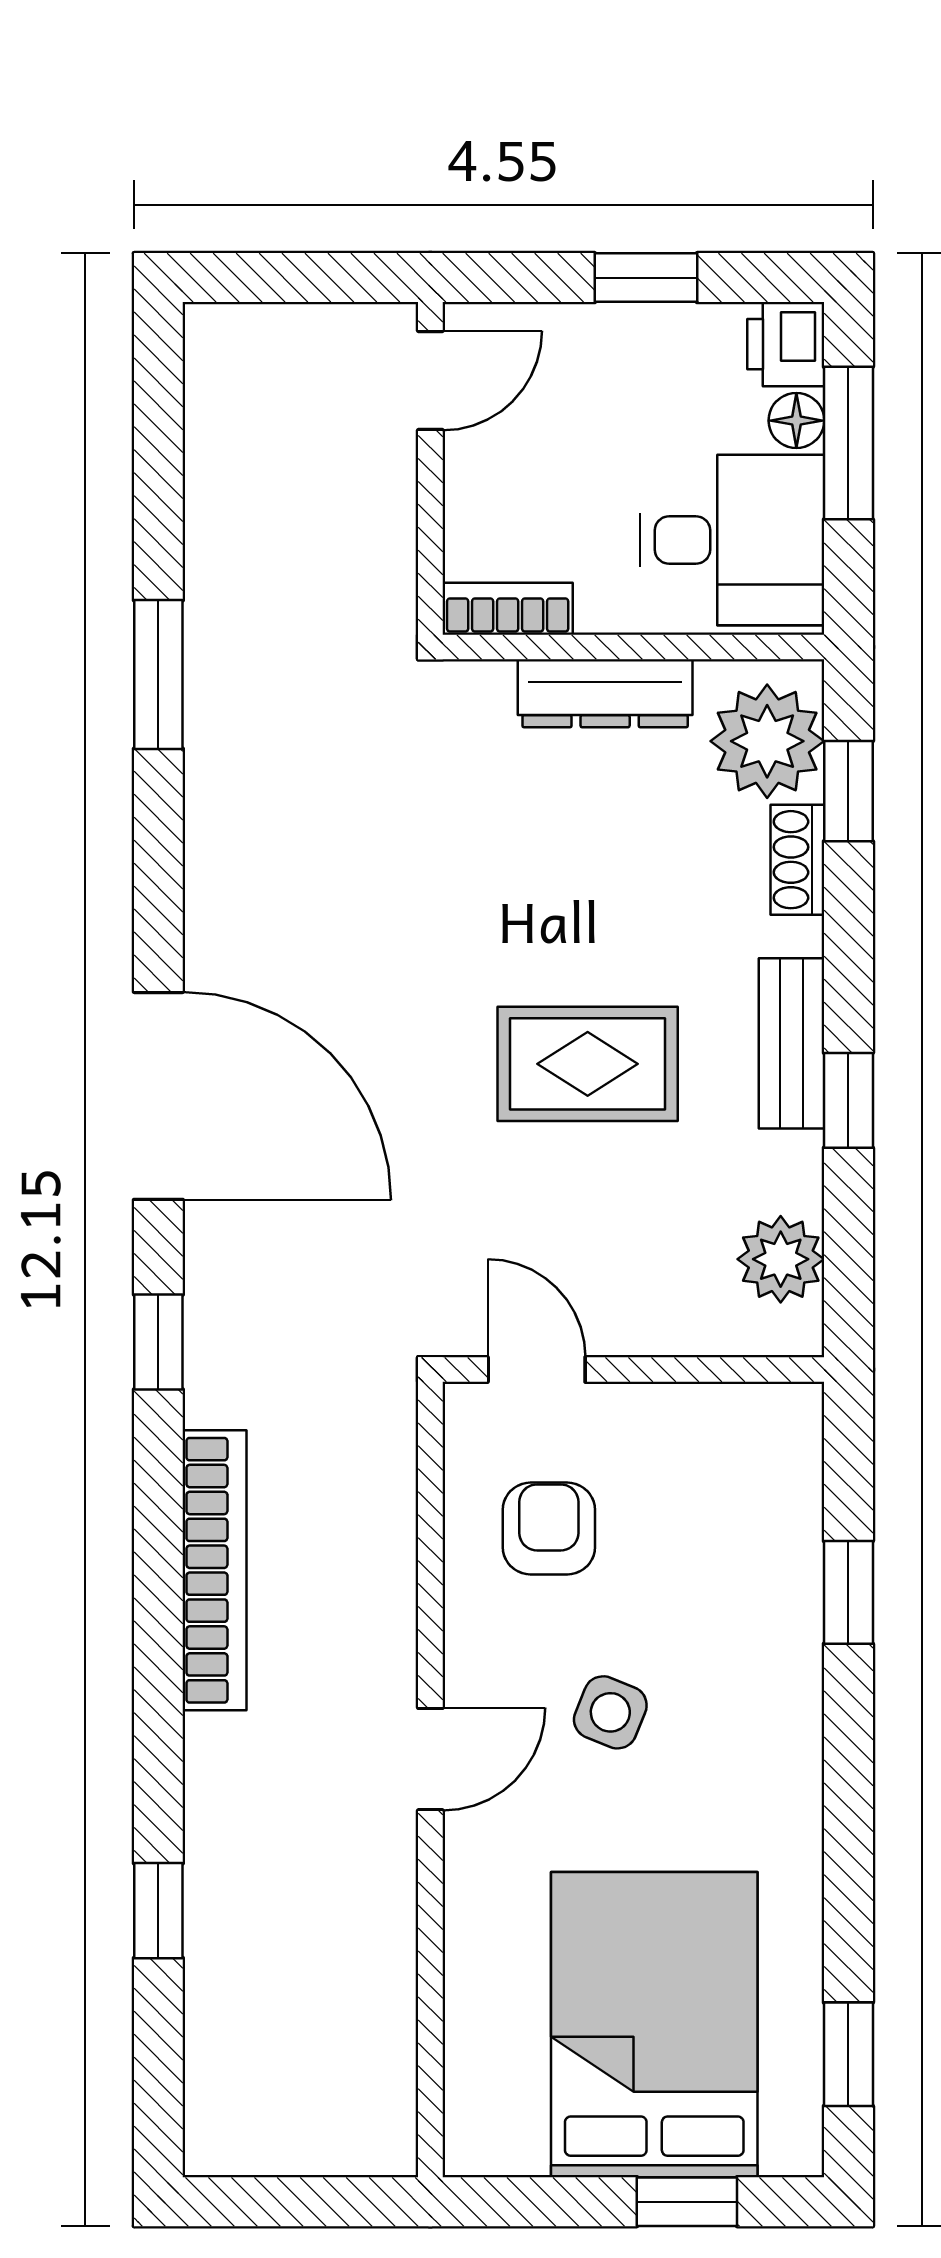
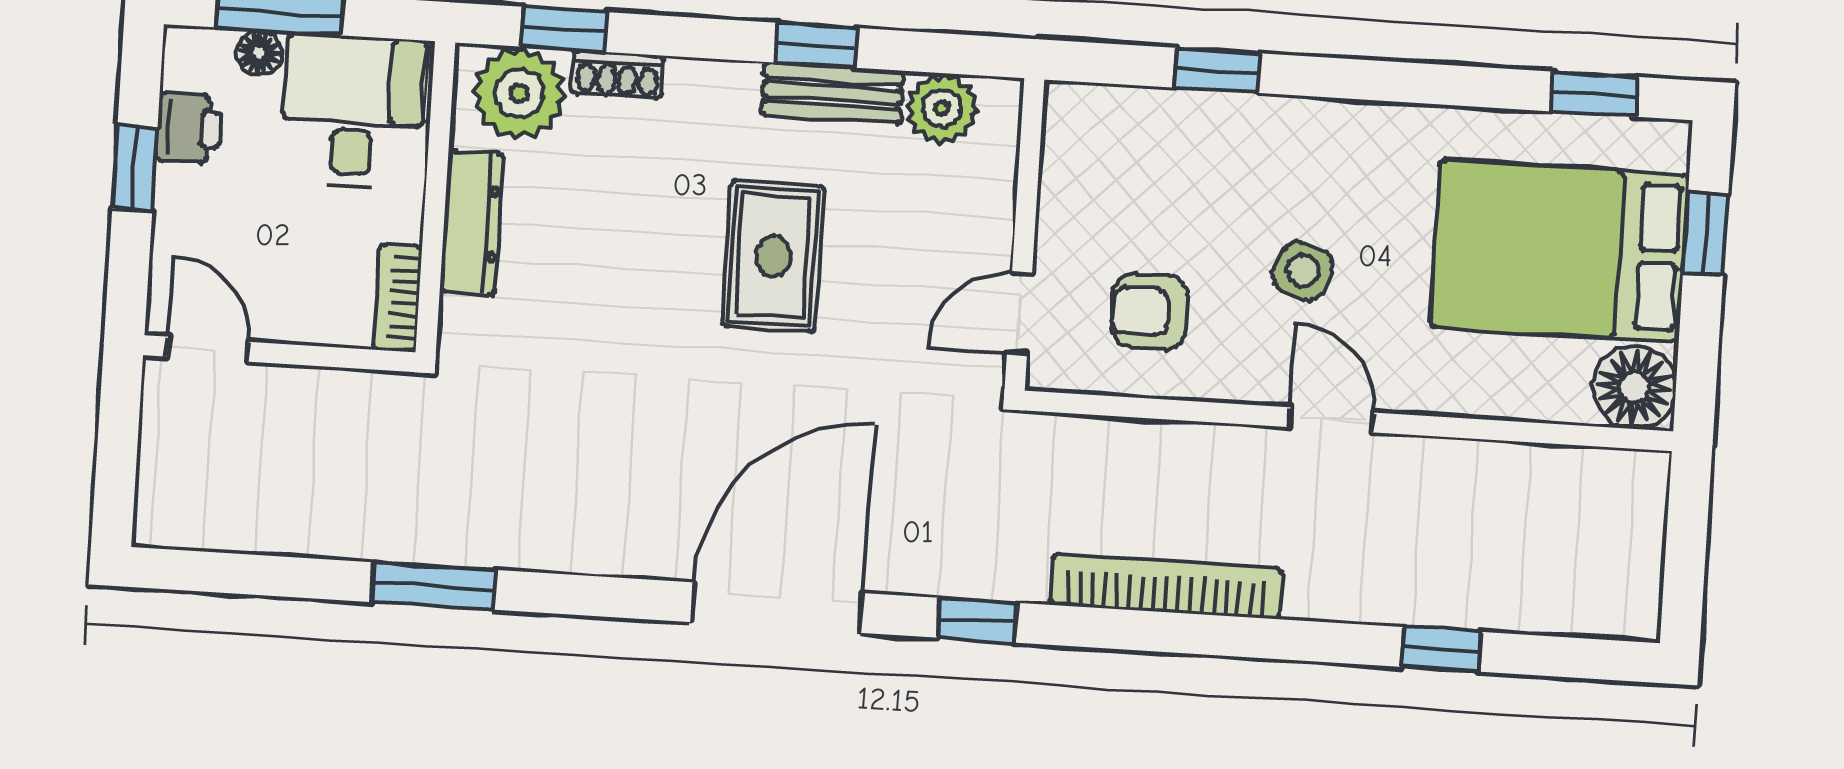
printer: (786, 344) -> (189, 128), moved, turned -90
bench: (792, 1043) -> (832, 93), moved
floor lamp: (494, 2126) -> (1634, 387), added

